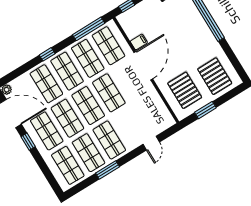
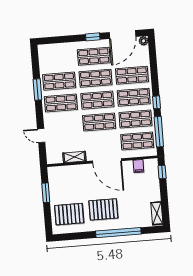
filing cabinet: (139, 42) -> (138, 166), moved
window: (47, 54) -> (156, 102), moved
pallet: (185, 90) -> (103, 209), moved
shelving: (156, 100) -> (74, 157), added
shop shelf: (68, 165) -> (57, 59), removed

